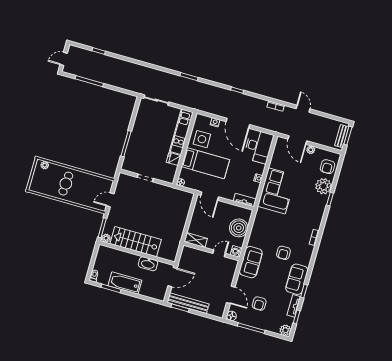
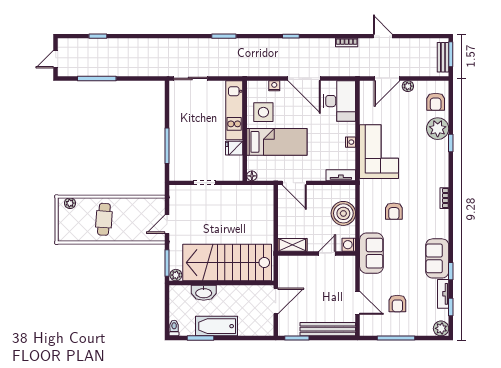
door: (297, 140) -> (387, 78), hinge flipped
stairs: (136, 242) -> (227, 263), width x1.36, depth x1.51
armchair: (283, 253) -> (394, 211), moved
washbasin: (148, 264) -> (204, 293), moved
bench: (188, 303) -> (328, 329), moved
floor lamp: (231, 316) -> (366, 330), removed

